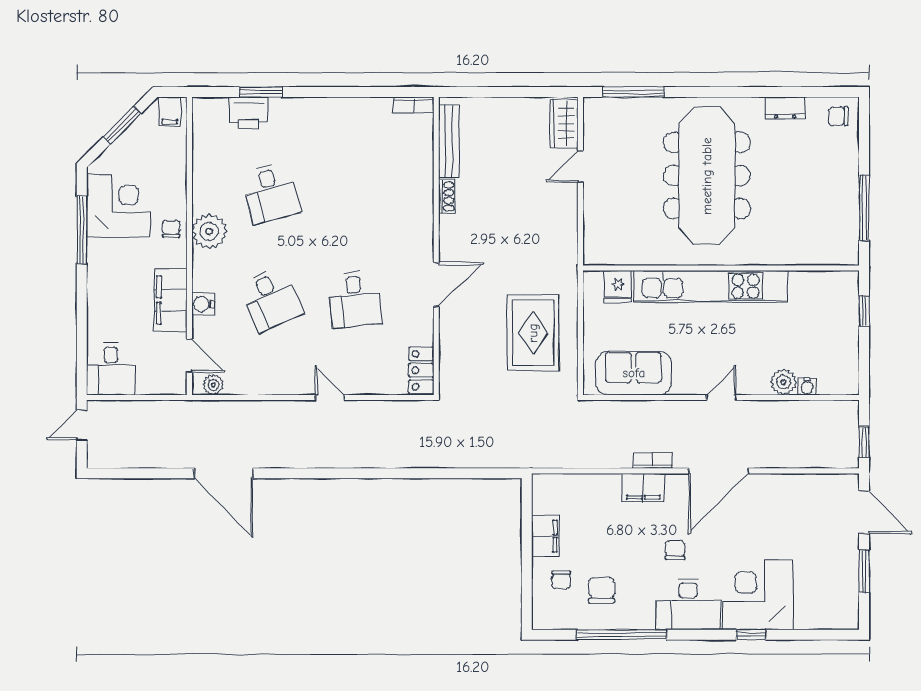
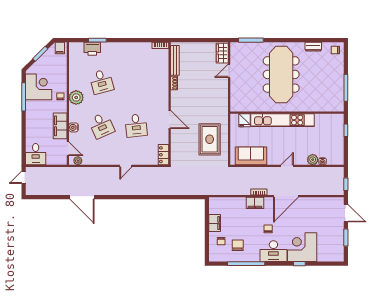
door: (436, 285) -> (170, 119), hinge flipped
door: (330, 398) -> (126, 166), swing flipped

